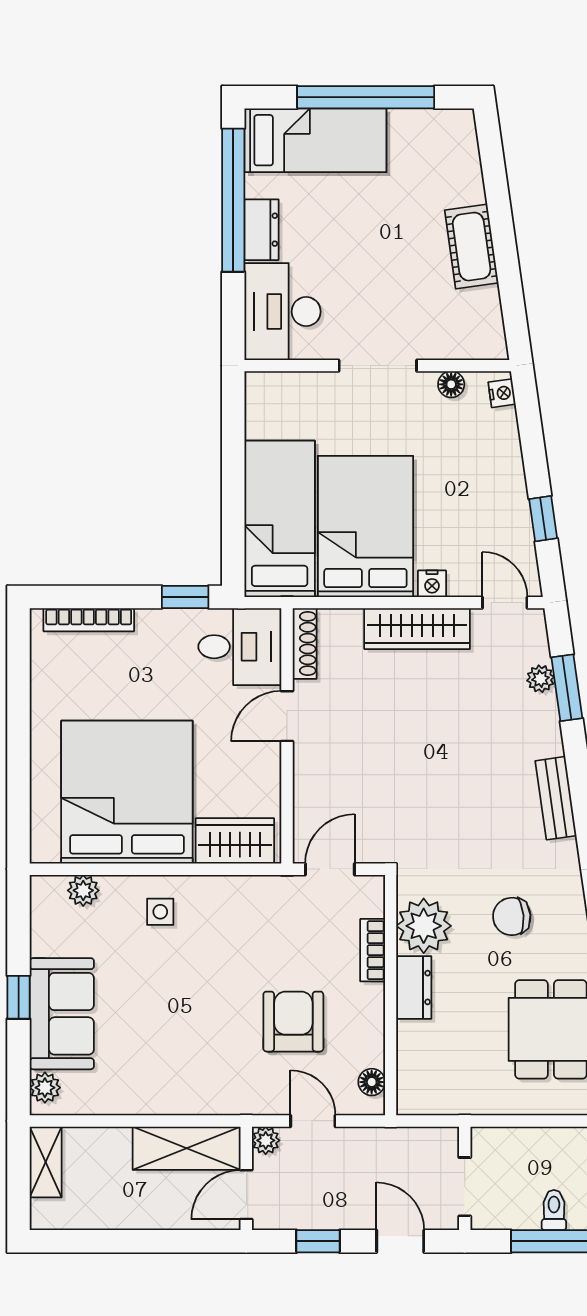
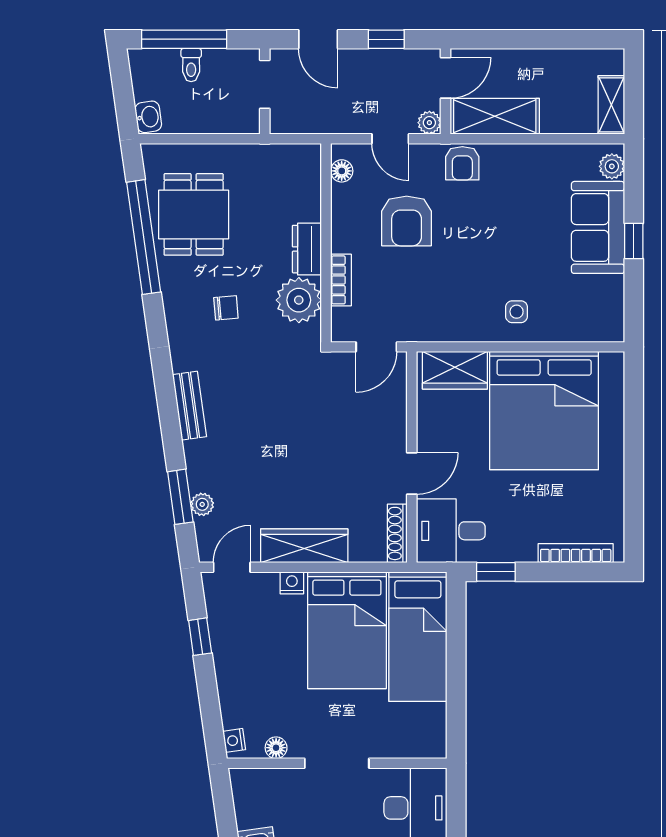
door: (505, 603) -> (232, 567), swing flipped
plant: (83, 890) -> (580, 329), removed
chair: (512, 916) -> (226, 308), width x0.73, depth x0.73
armchair: (226, 1091) -> (462, 163), added

